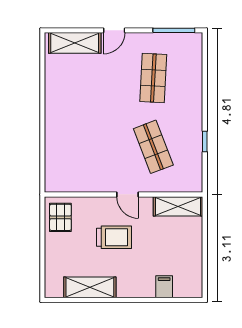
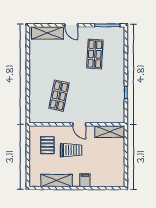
door: (114, 30) -> (71, 25), hinge flipped
shop shelf: (153, 147) -> (59, 96), moved, turned 33
pallet: (60, 217) -> (47, 145), moved
filing cabinet: (164, 287) -> (85, 180), moved

